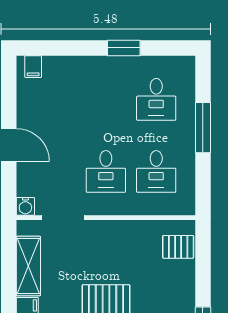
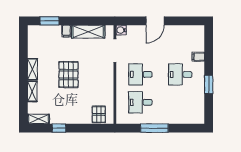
filing cabinet: (33, 67) -> (198, 57), moved
desk: (156, 99) -> (180, 74), moved
window: (203, 128) -> (154, 128), moved

